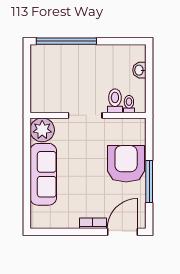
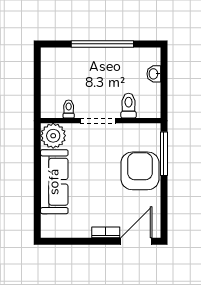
window: (66, 41) -> (102, 44), moved
toilet: (129, 104) -> (69, 109), moved
window: (149, 181) -> (164, 154), moved

